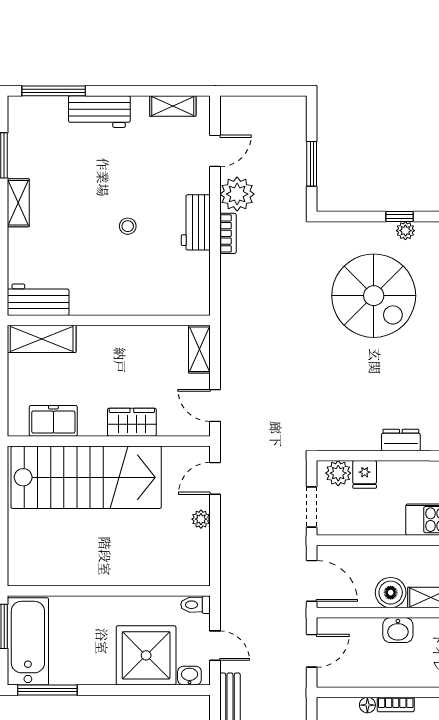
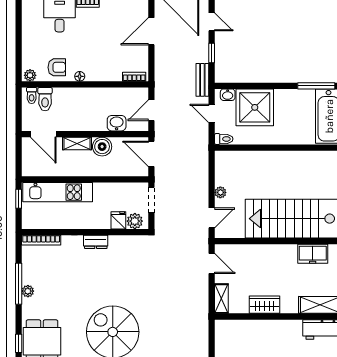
wardrobe: (132, 422) -> (264, 305), moved, turned 180
washbasin: (398, 630) -> (117, 123), moved
floor lamp: (367, 705) -> (80, 76), moved
bookcase: (396, 705) -> (134, 77), moved

